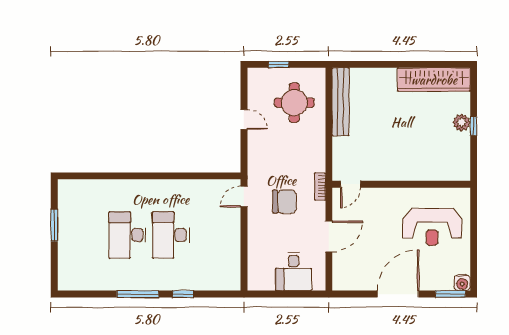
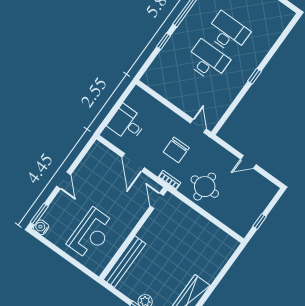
window: (279, 64) -> (260, 221), moved
bench: (341, 102) -> (125, 262), moved, turned 90
round table: (294, 103) -> (205, 187), moved
window: (152, 176) -> (254, 76), added
reception desk: (432, 227) -> (91, 234), turned 180
door: (398, 294) -> (64, 180), width x0.53

